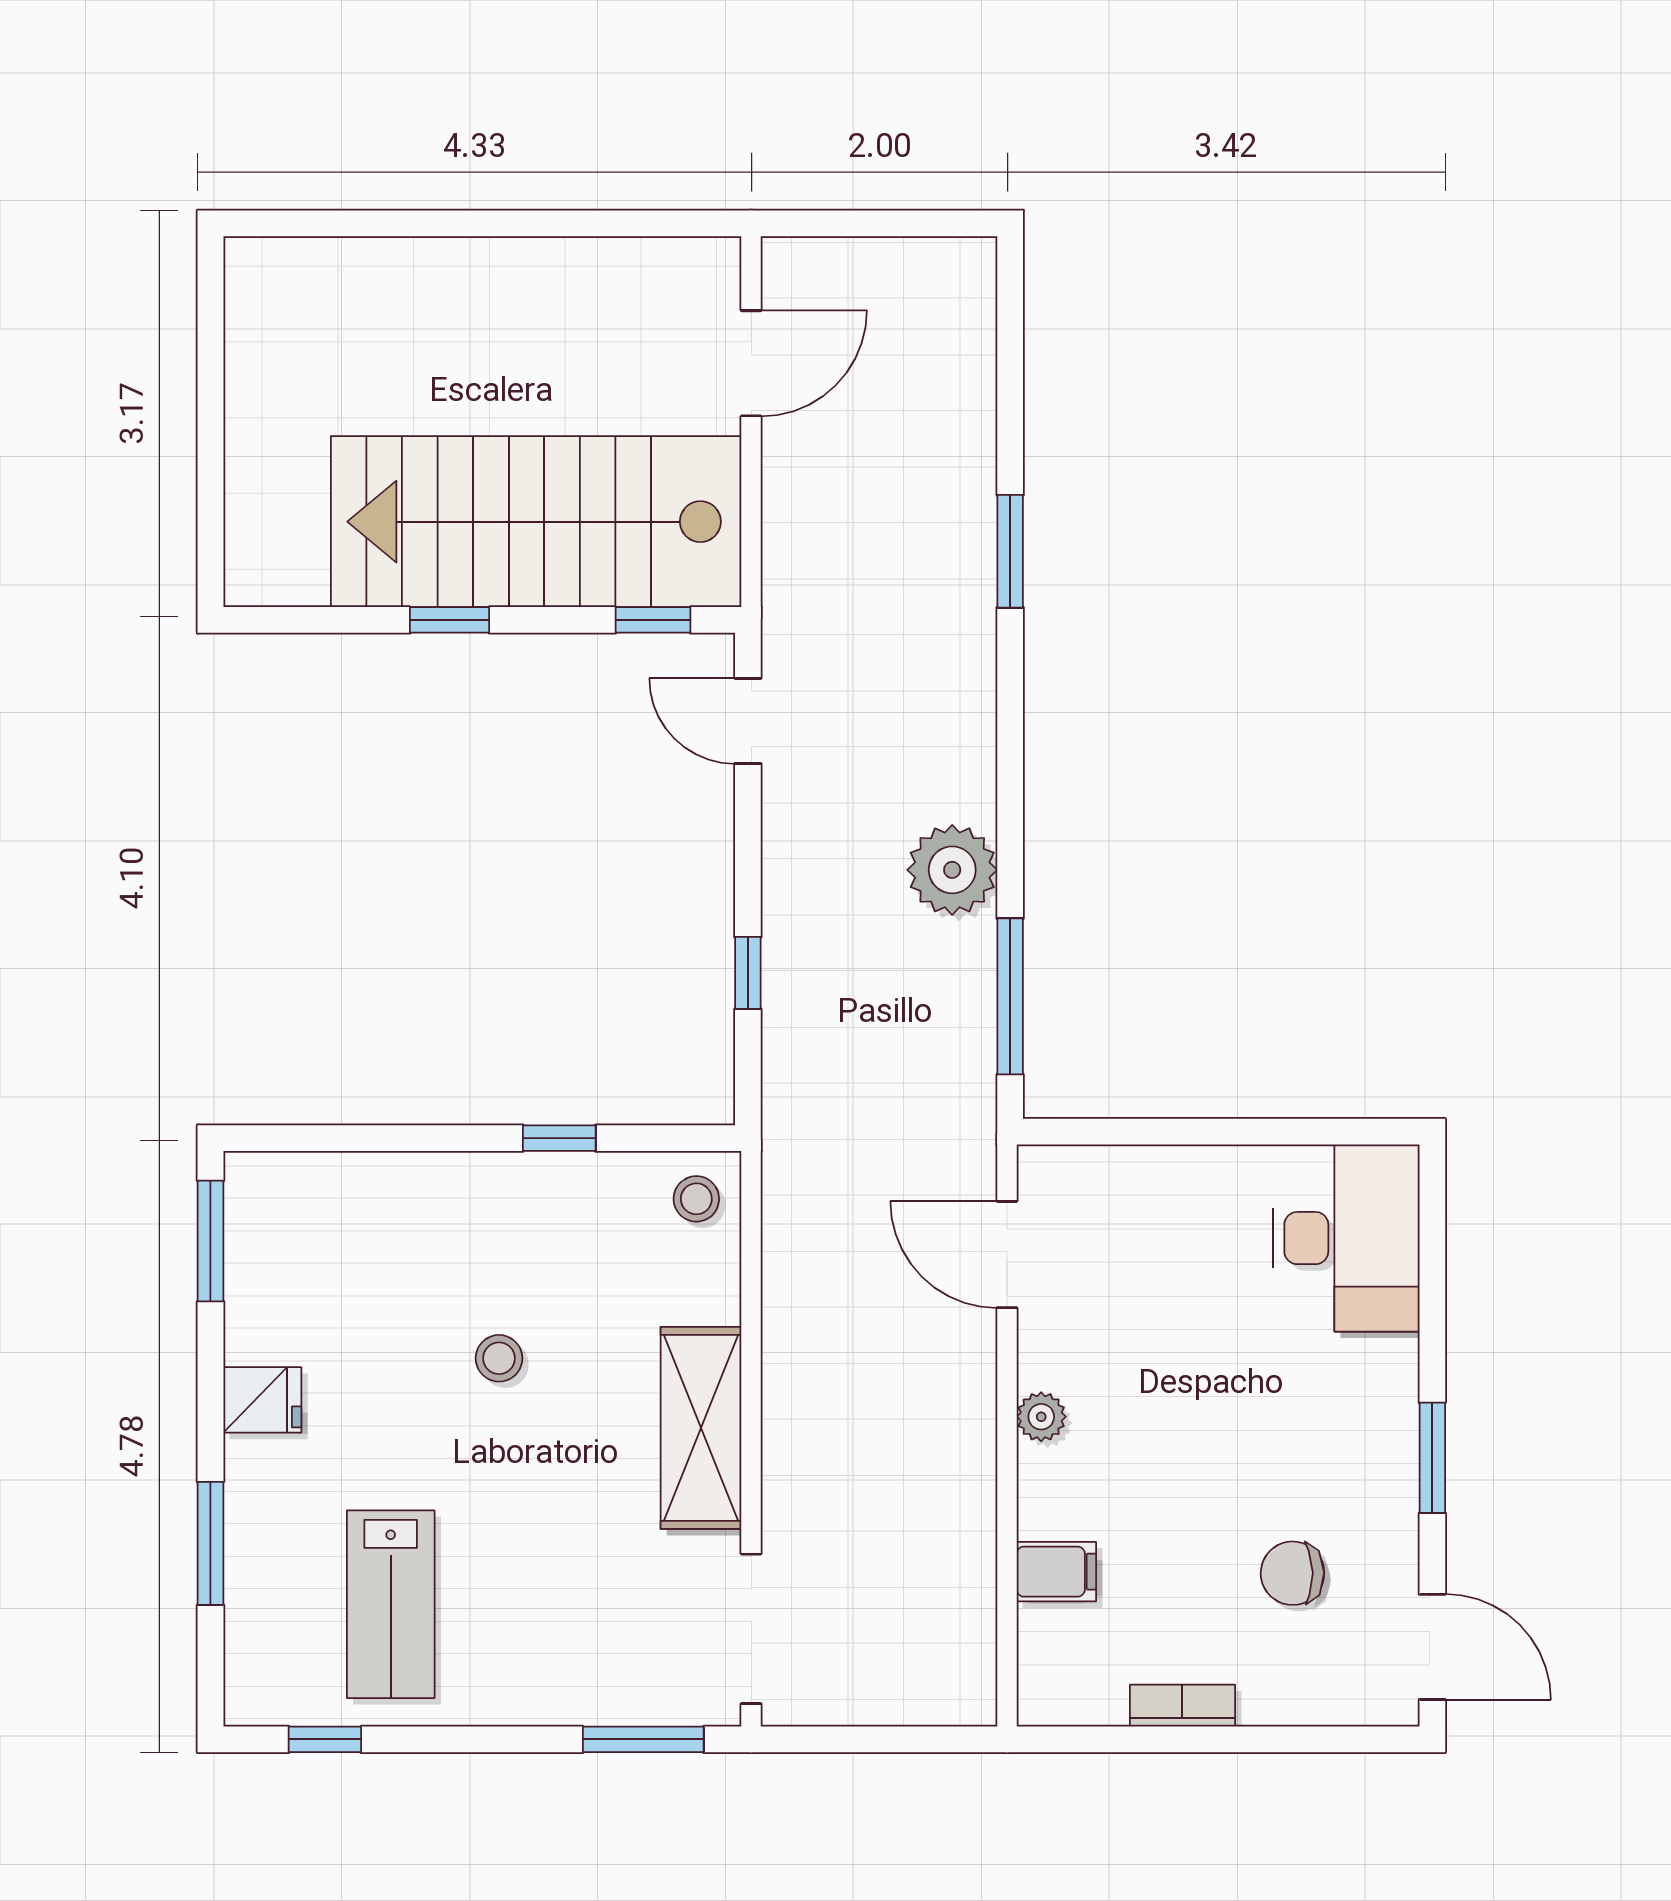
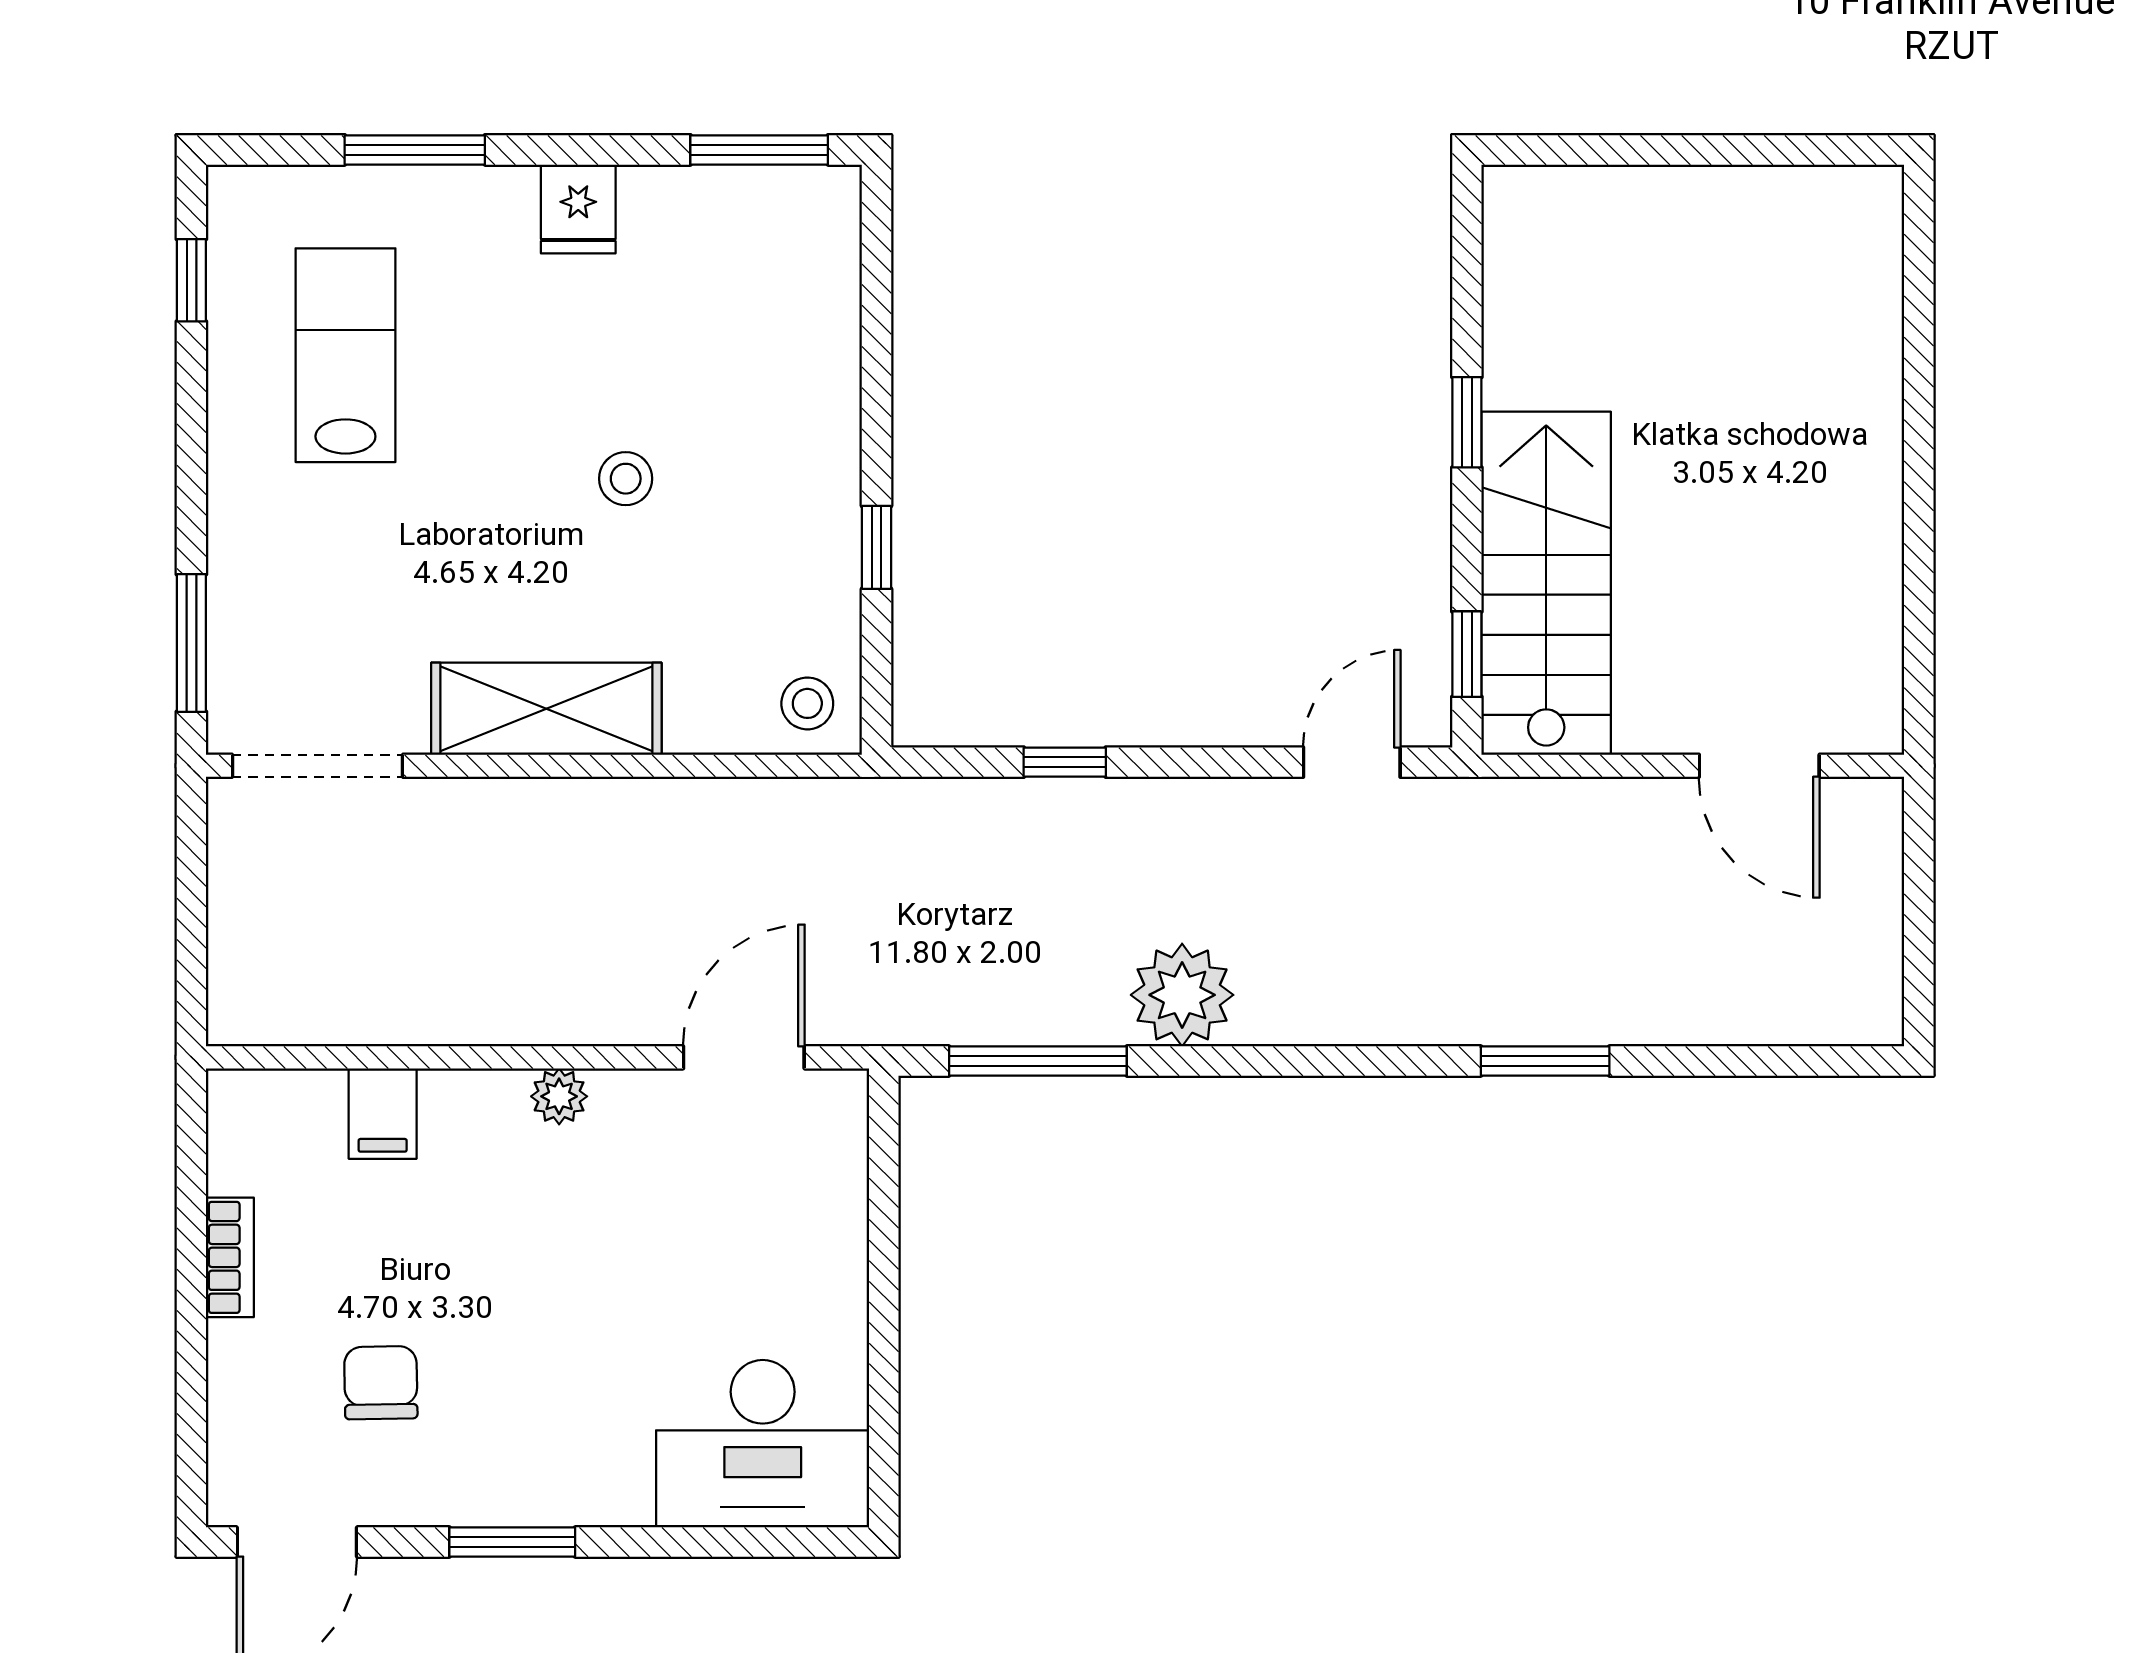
stairs: (536, 522) -> (1546, 583), width x0.73, depth x0.66
lab bench: (391, 1604) -> (345, 355), turned 90

